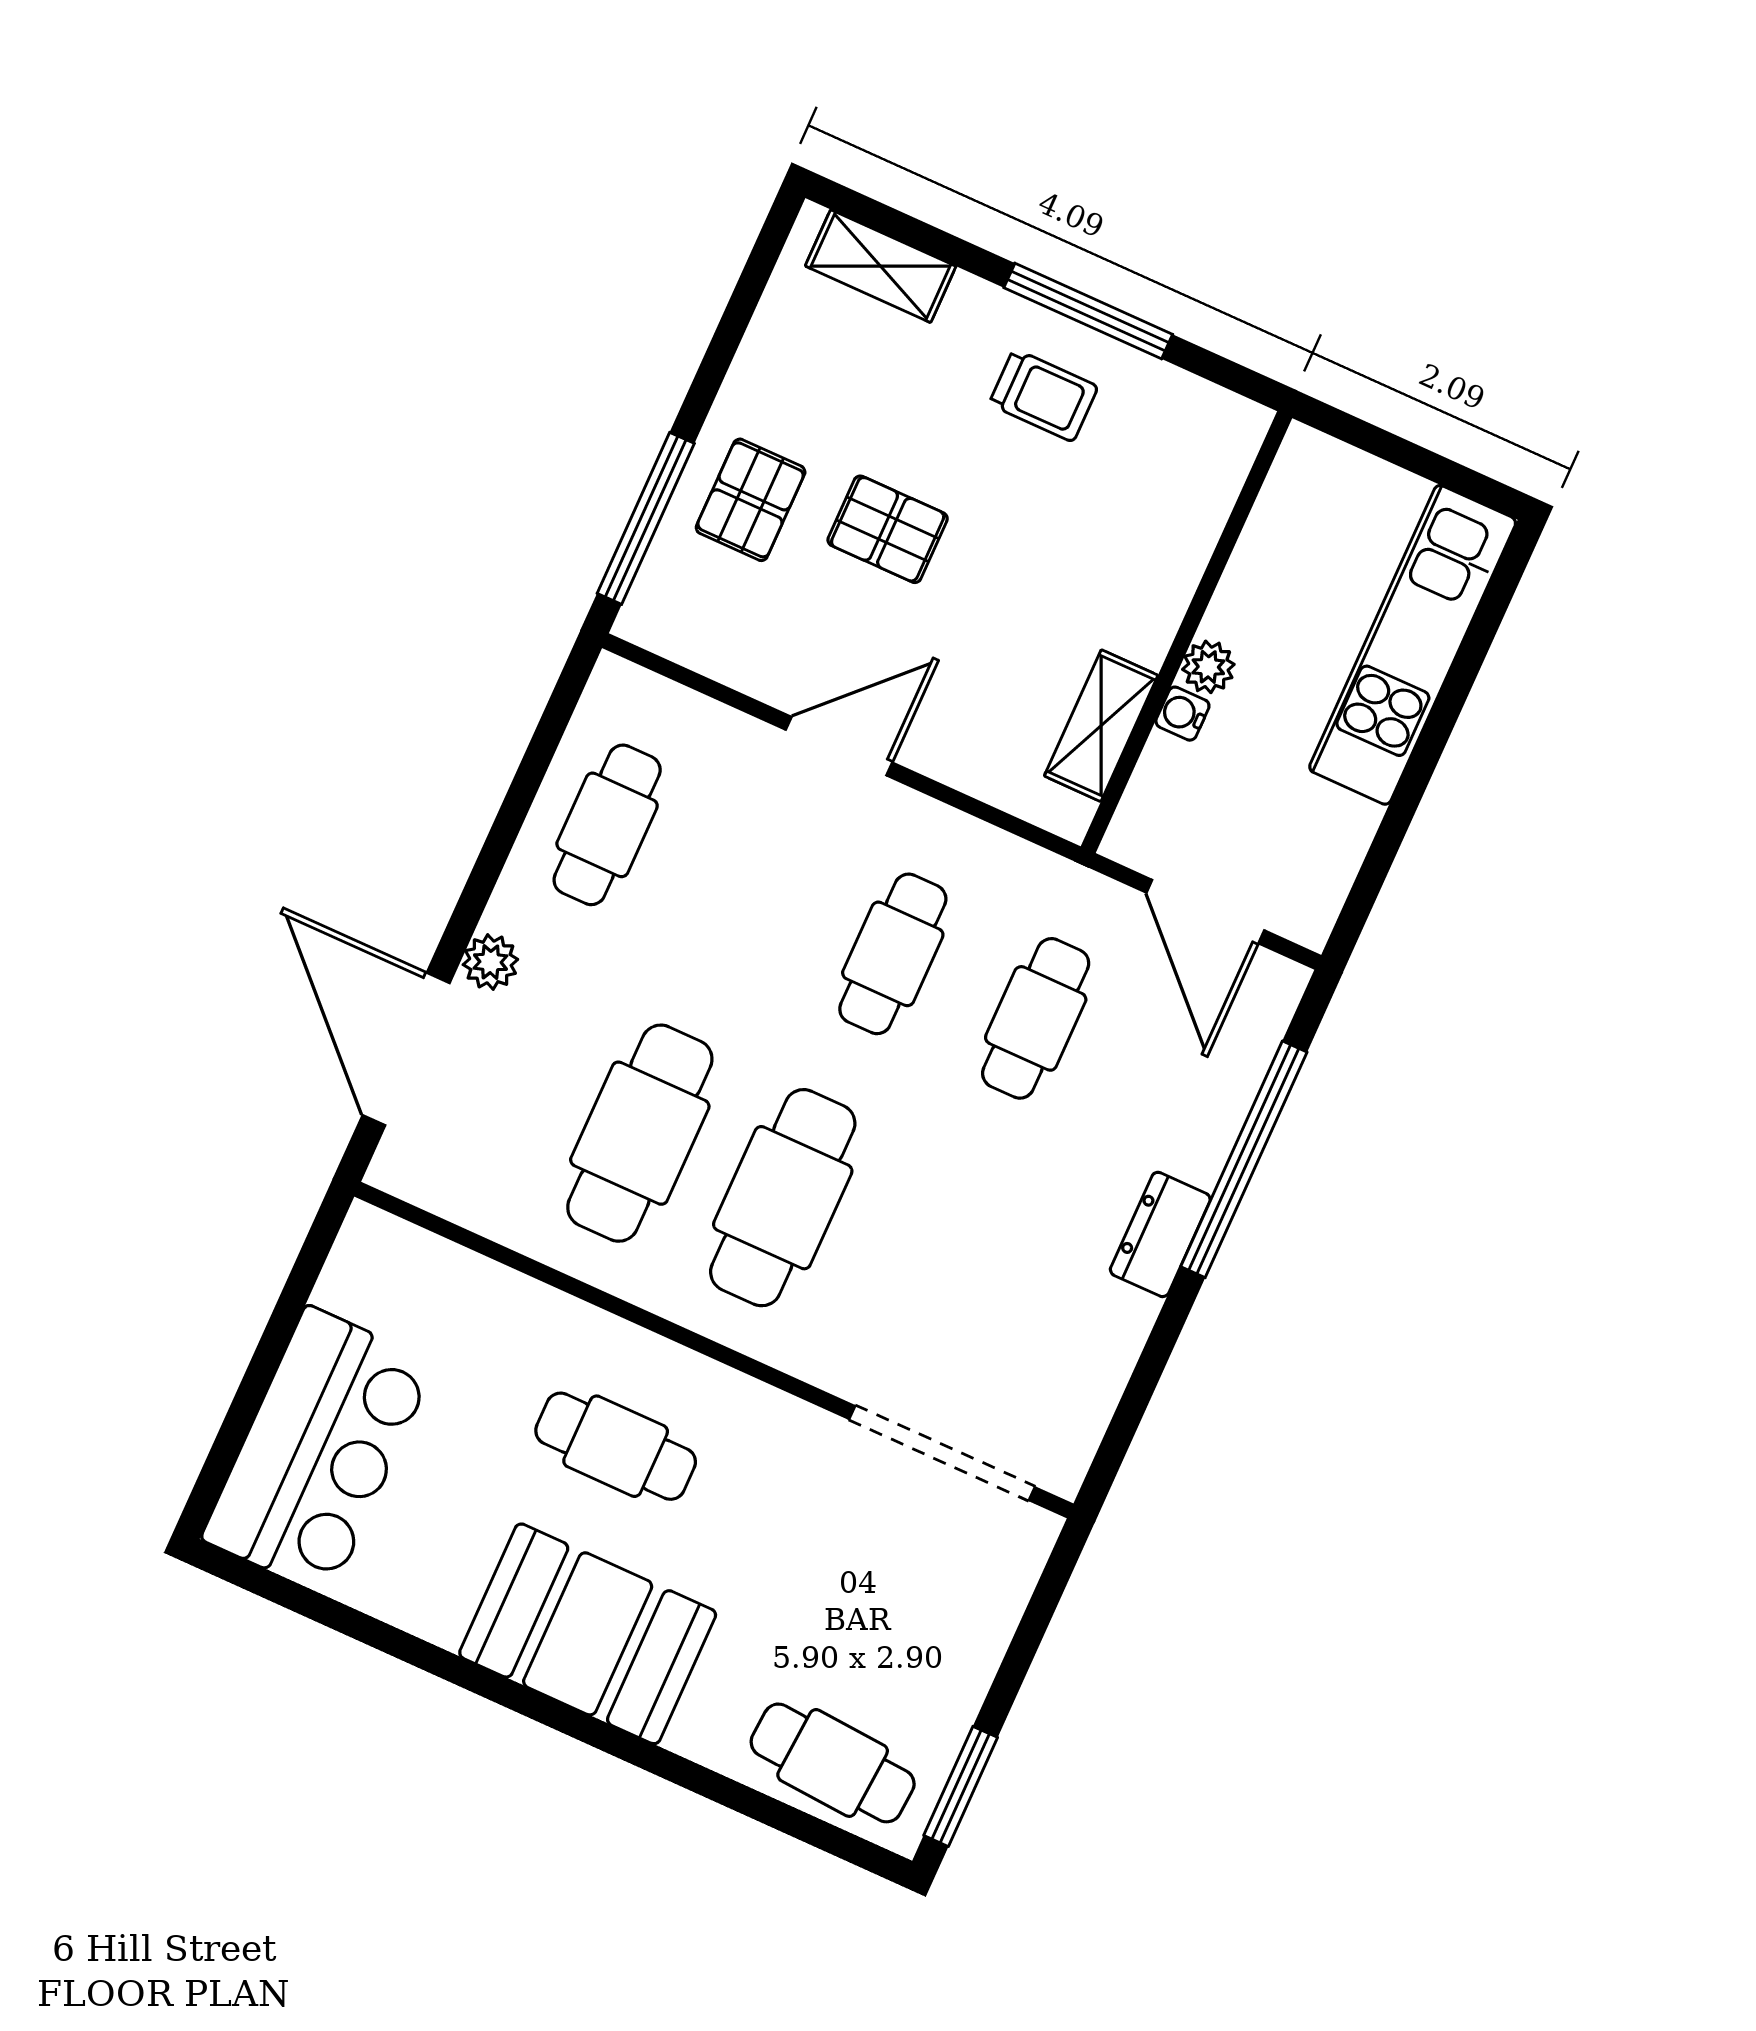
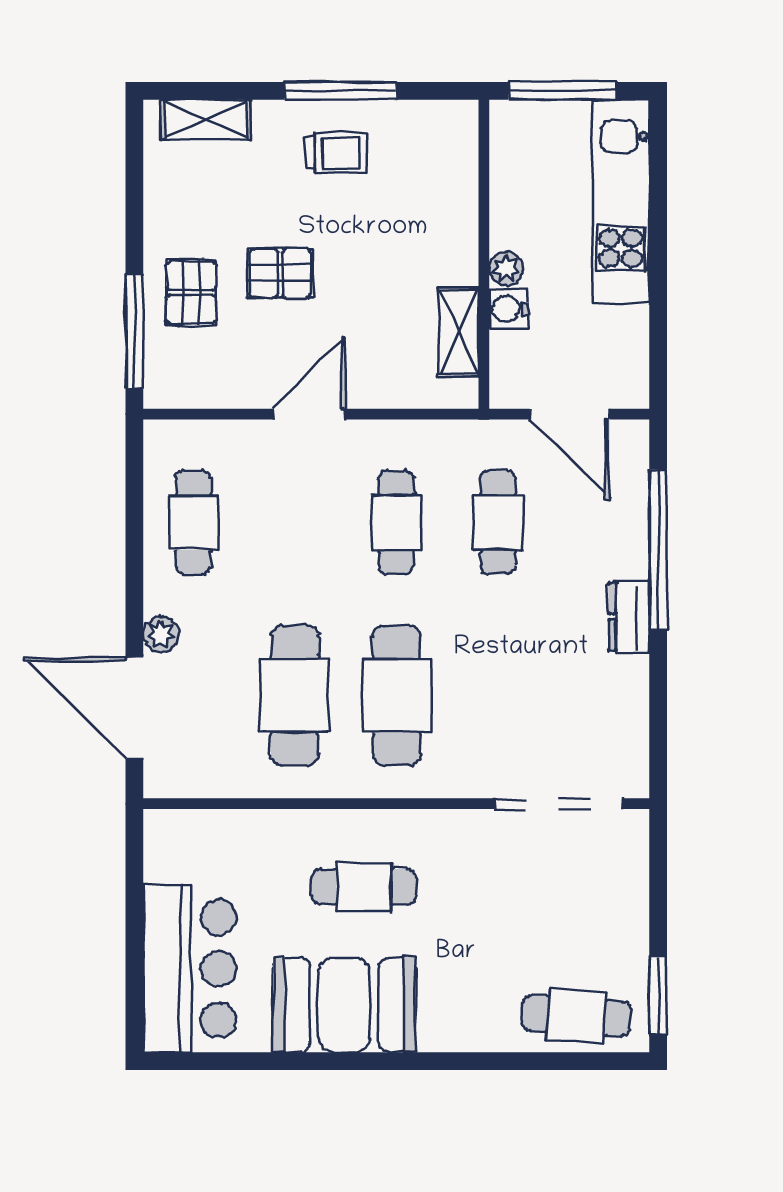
window: (1401, 452) -> (563, 91), added
water cooler: (1182, 714) -> (509, 309), width x1.38, depth x1.38
booth: (588, 1634) -> (344, 1005), moved

